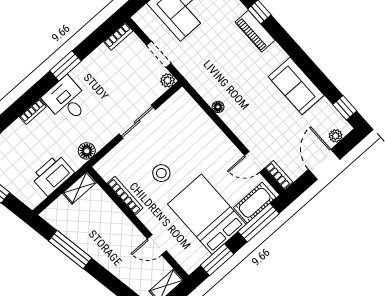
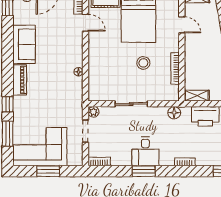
piano: (255, 31) -> (20, 80), moved
desk: (67, 100) -> (145, 151), moved

